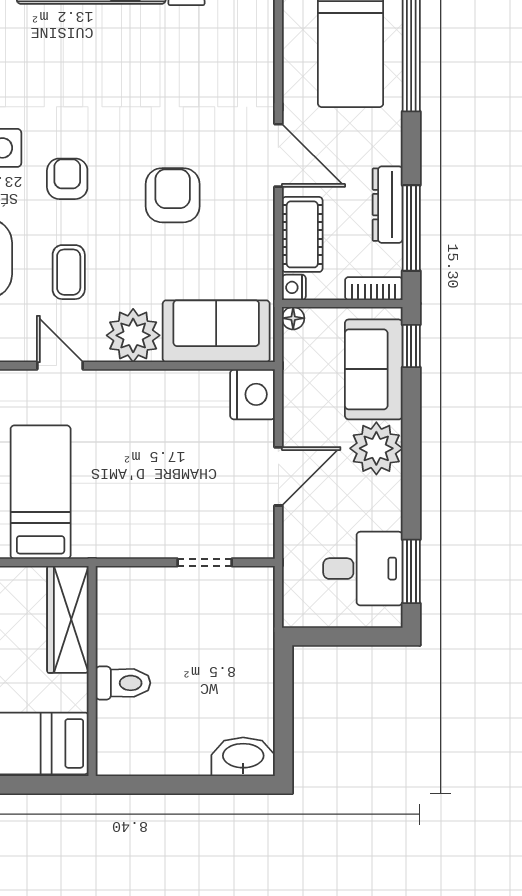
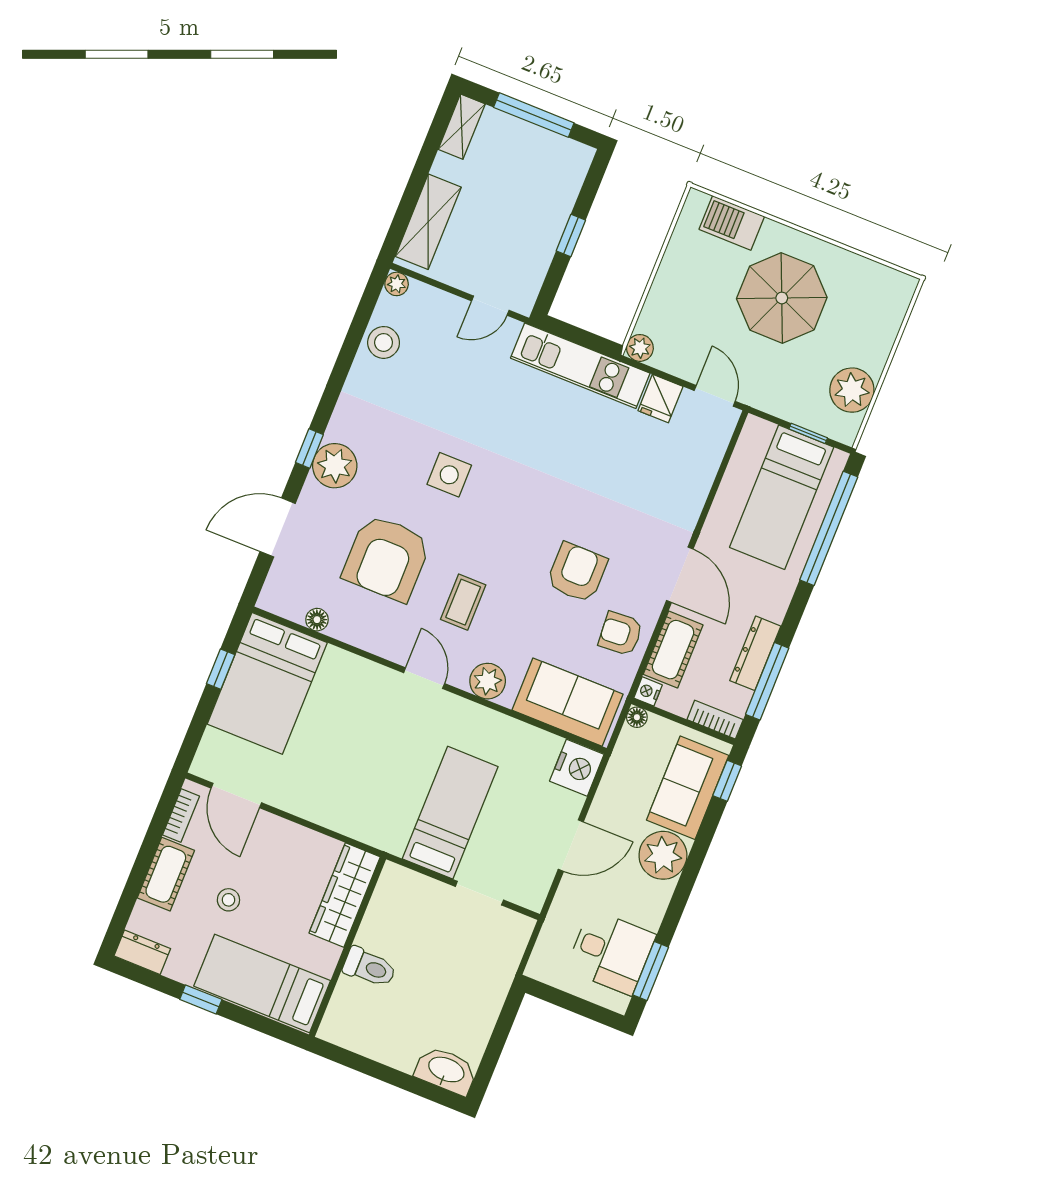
armchair: (67, 179) -> (621, 634), moved, turned -94
plant: (133, 335) -> (488, 681), width x0.73, depth x0.73
bed: (41, 492) -> (450, 813), moved

